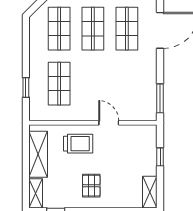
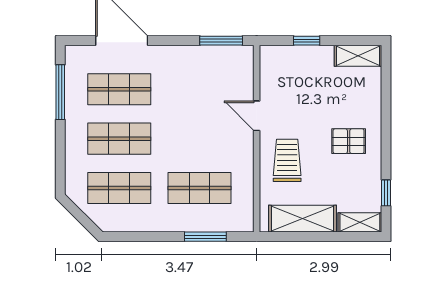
window: (26, 88) -> (205, 237), width x1.50
door: (109, 123) -> (257, 116), hinge flipped

